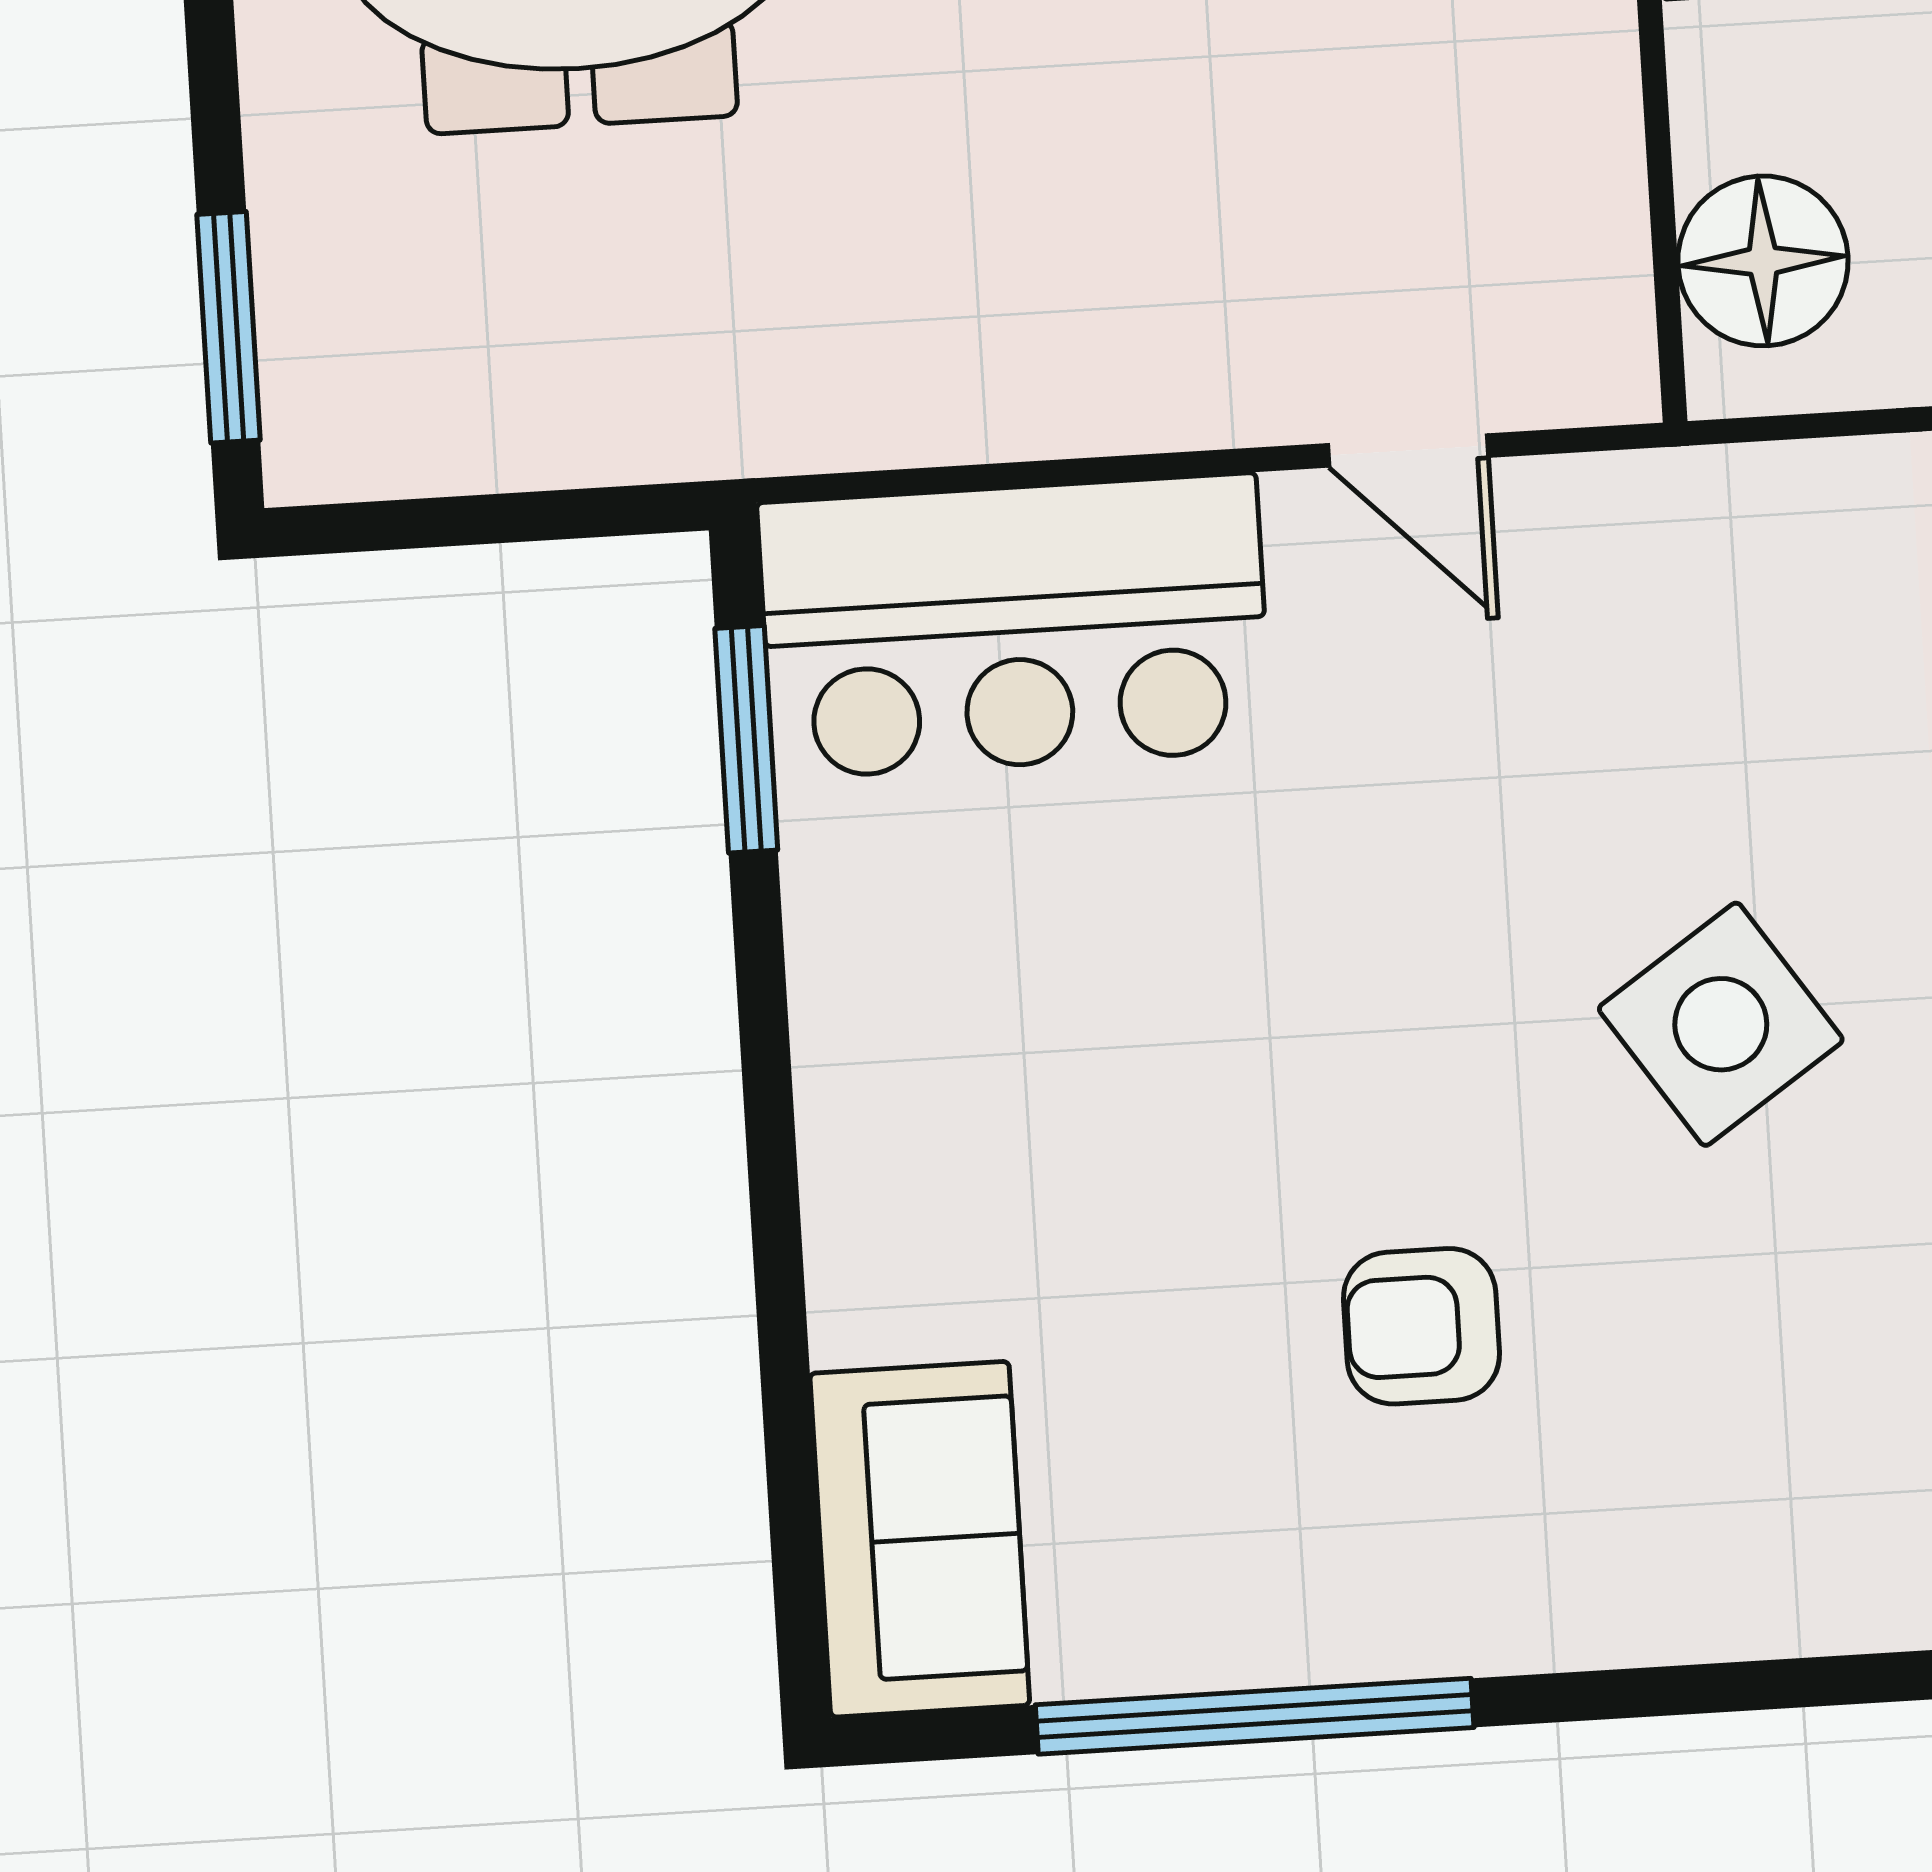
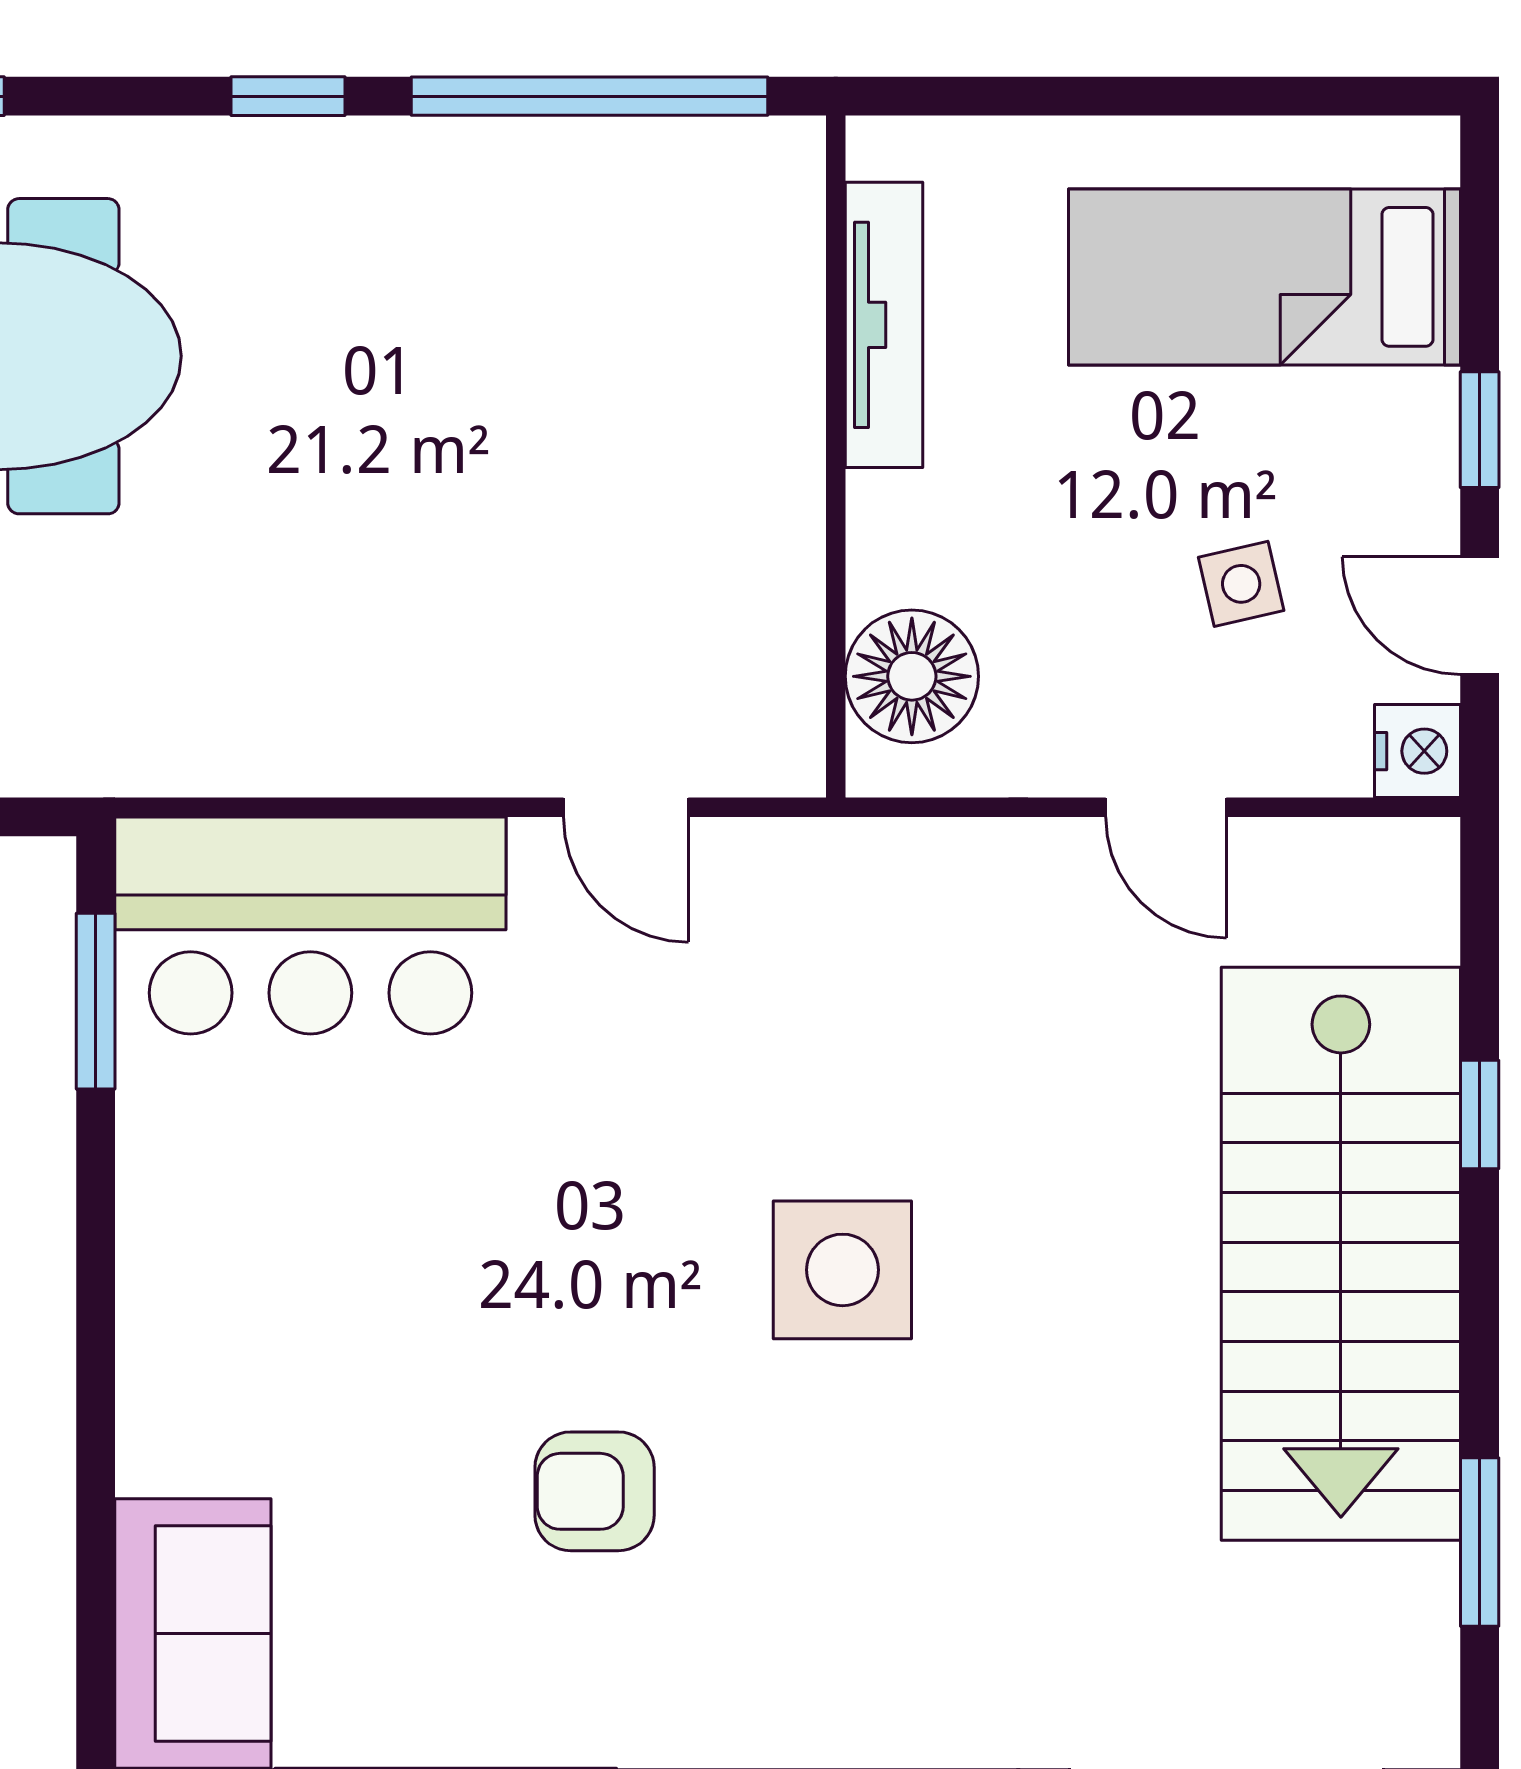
side table: (1721, 1024) -> (842, 1270), turned 34

